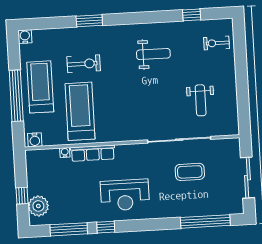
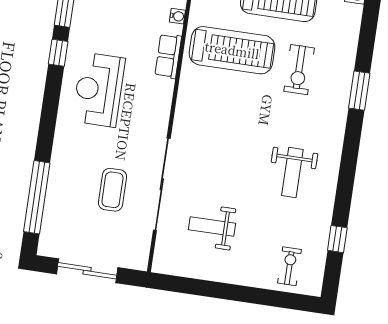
row of seats: (93, 153) -> (168, 56), width x0.68

